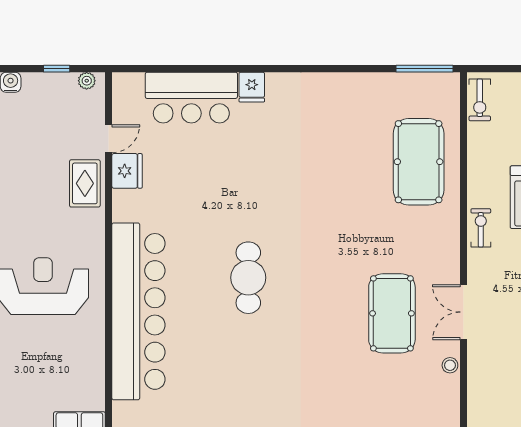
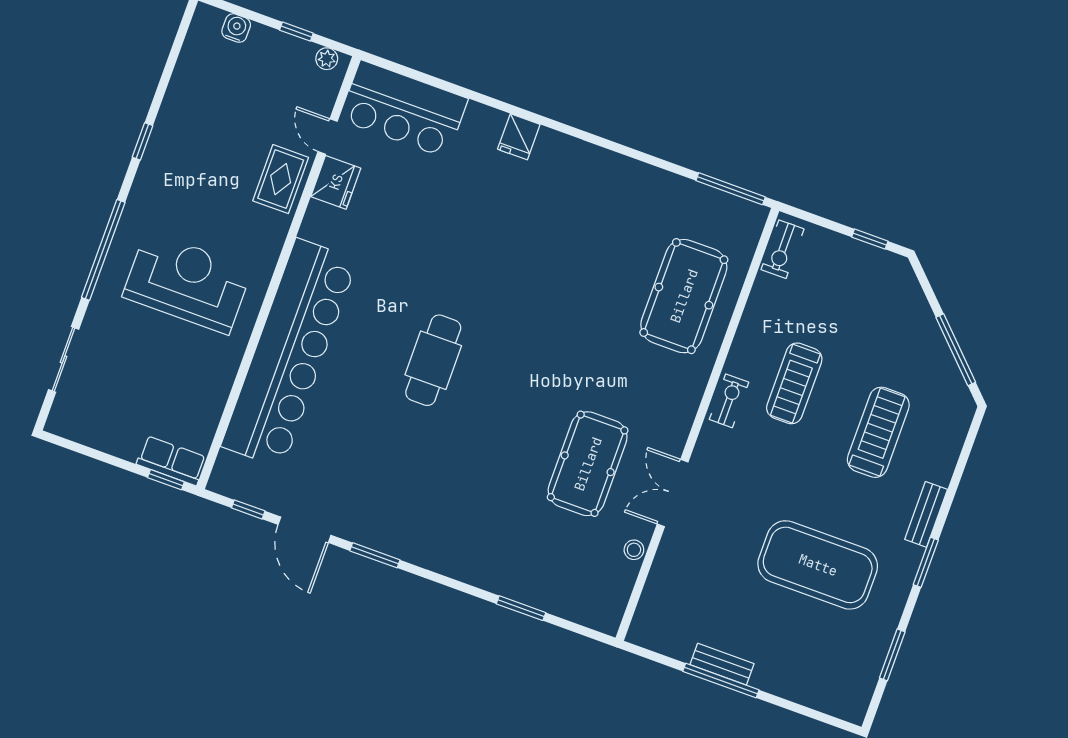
bar counter: (191, 98) -> (404, 109), moved
door: (109, 139) -> (328, 136), swing flipped

